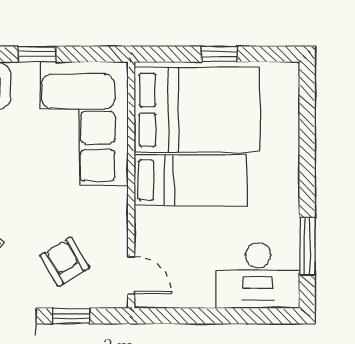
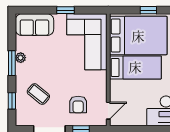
armchair: (65, 262) -> (78, 104), turned -149
door: (131, 275) -> (108, 111), hinge flipped

